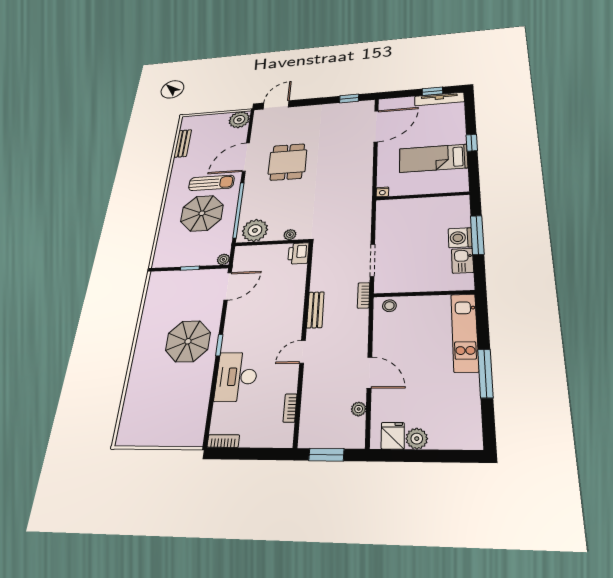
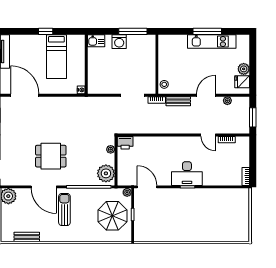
parasol: (202, 213) -> (112, 216), moved
window: (477, 235) -> (133, 31), moved
kitchen sink: (463, 261) -> (96, 41), moved
bench: (315, 310) -> (178, 101), moved
kitchen unit: (465, 332) -> (212, 41), moved
parasol: (188, 341) -> (184, 207), removed
door: (302, 352) -> (208, 135), moved
desk: (236, 377) -> (187, 174), moved

